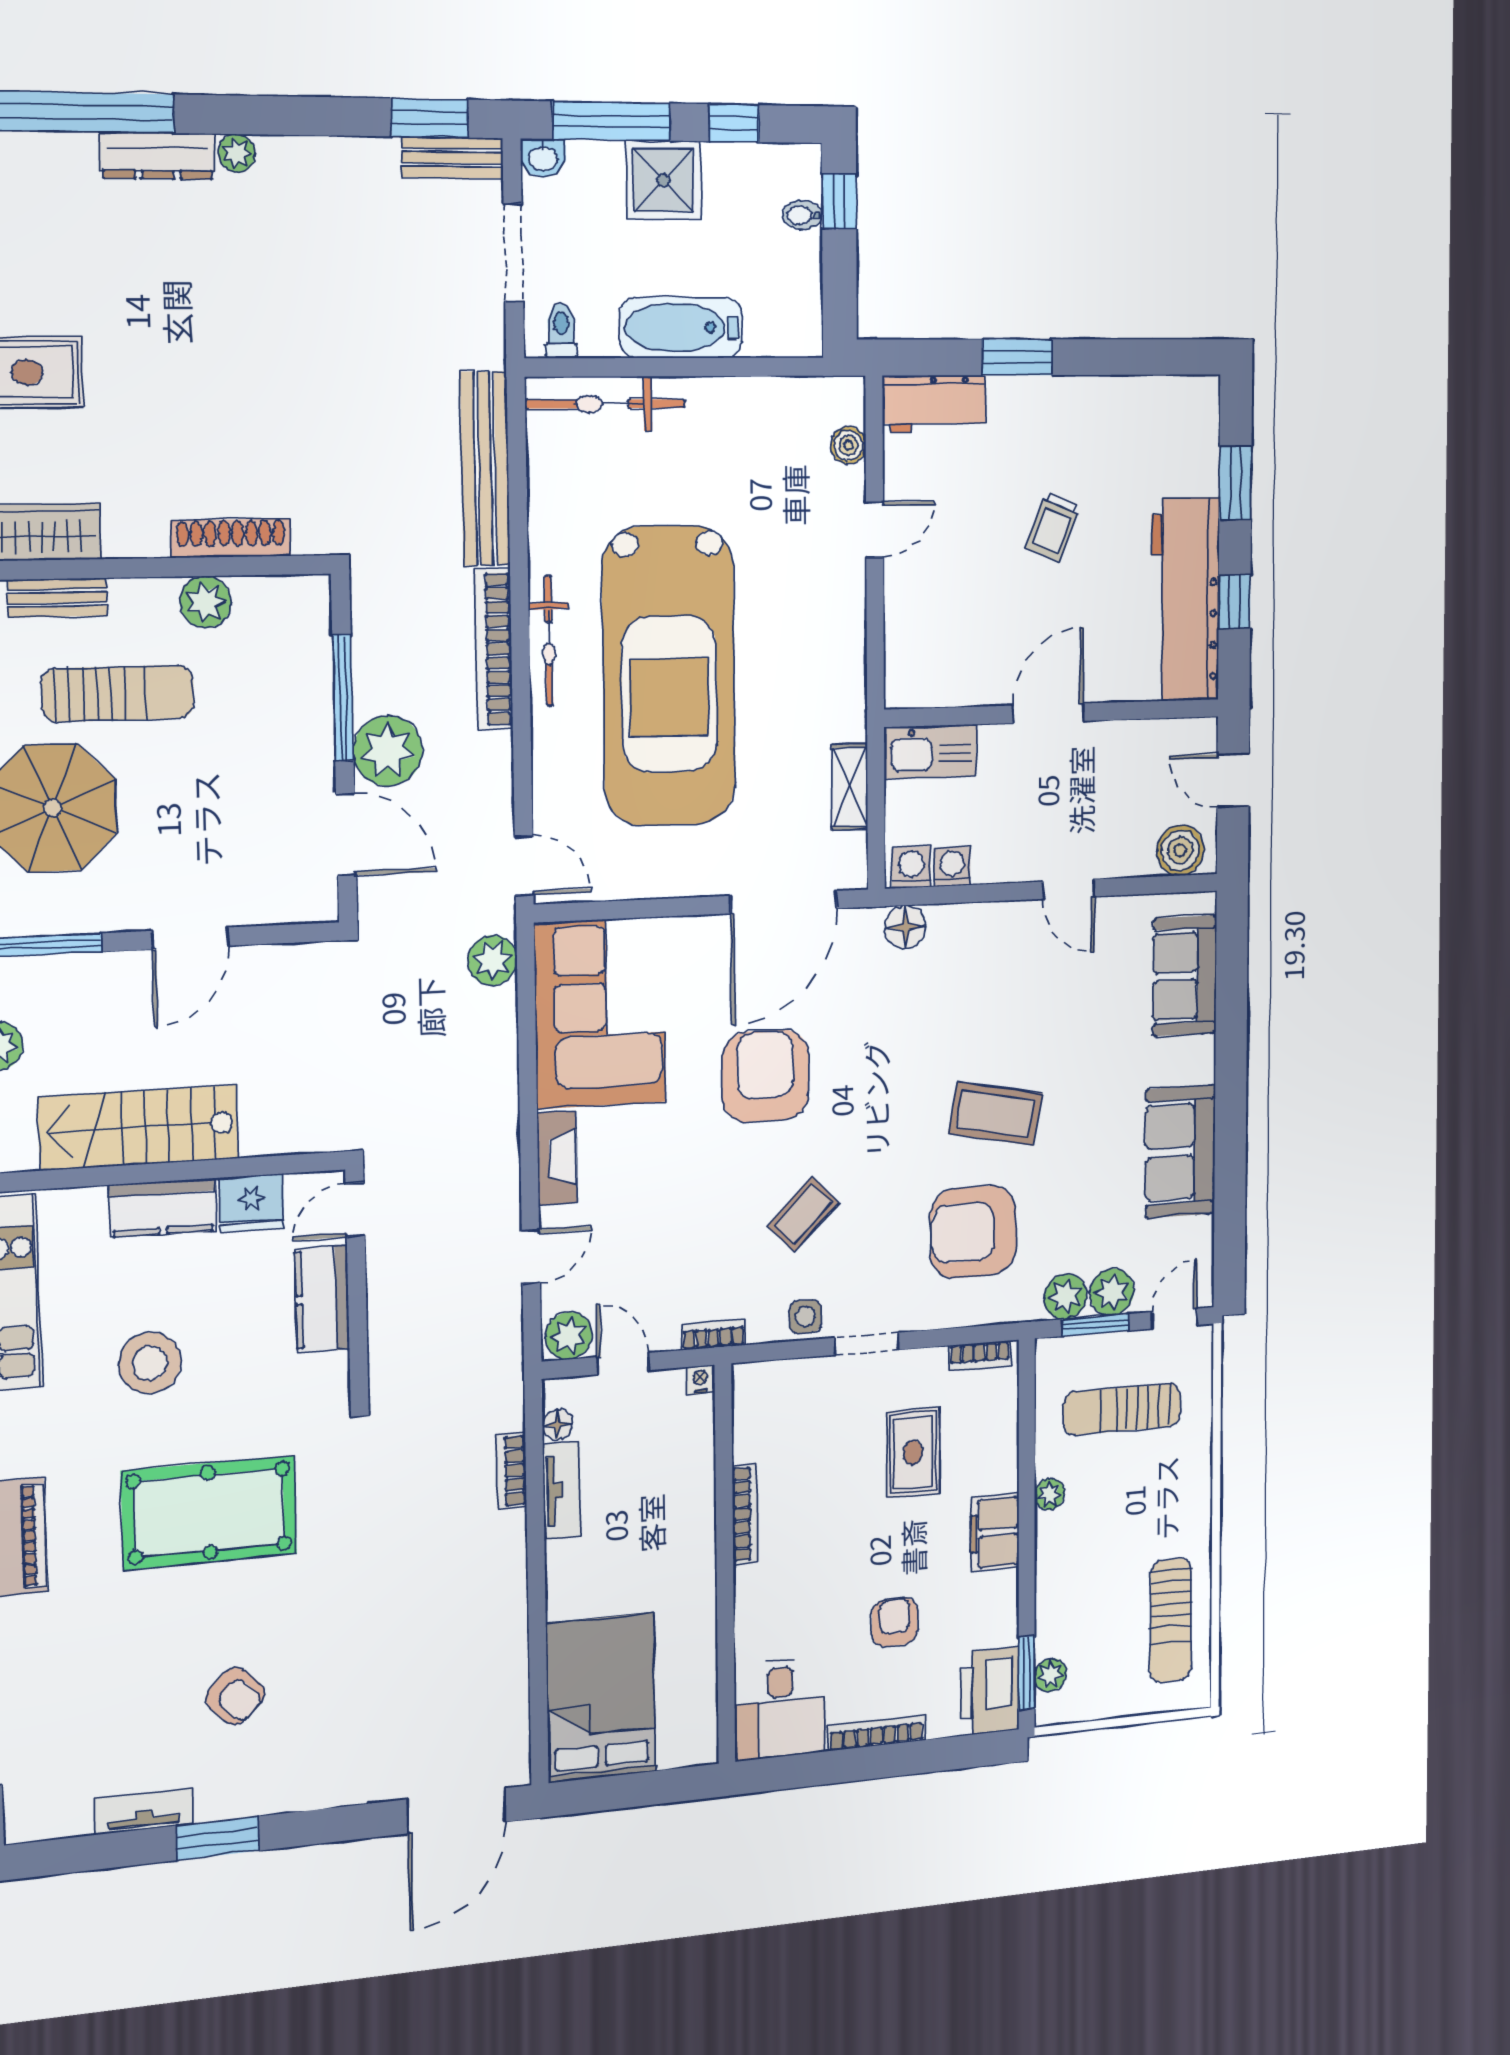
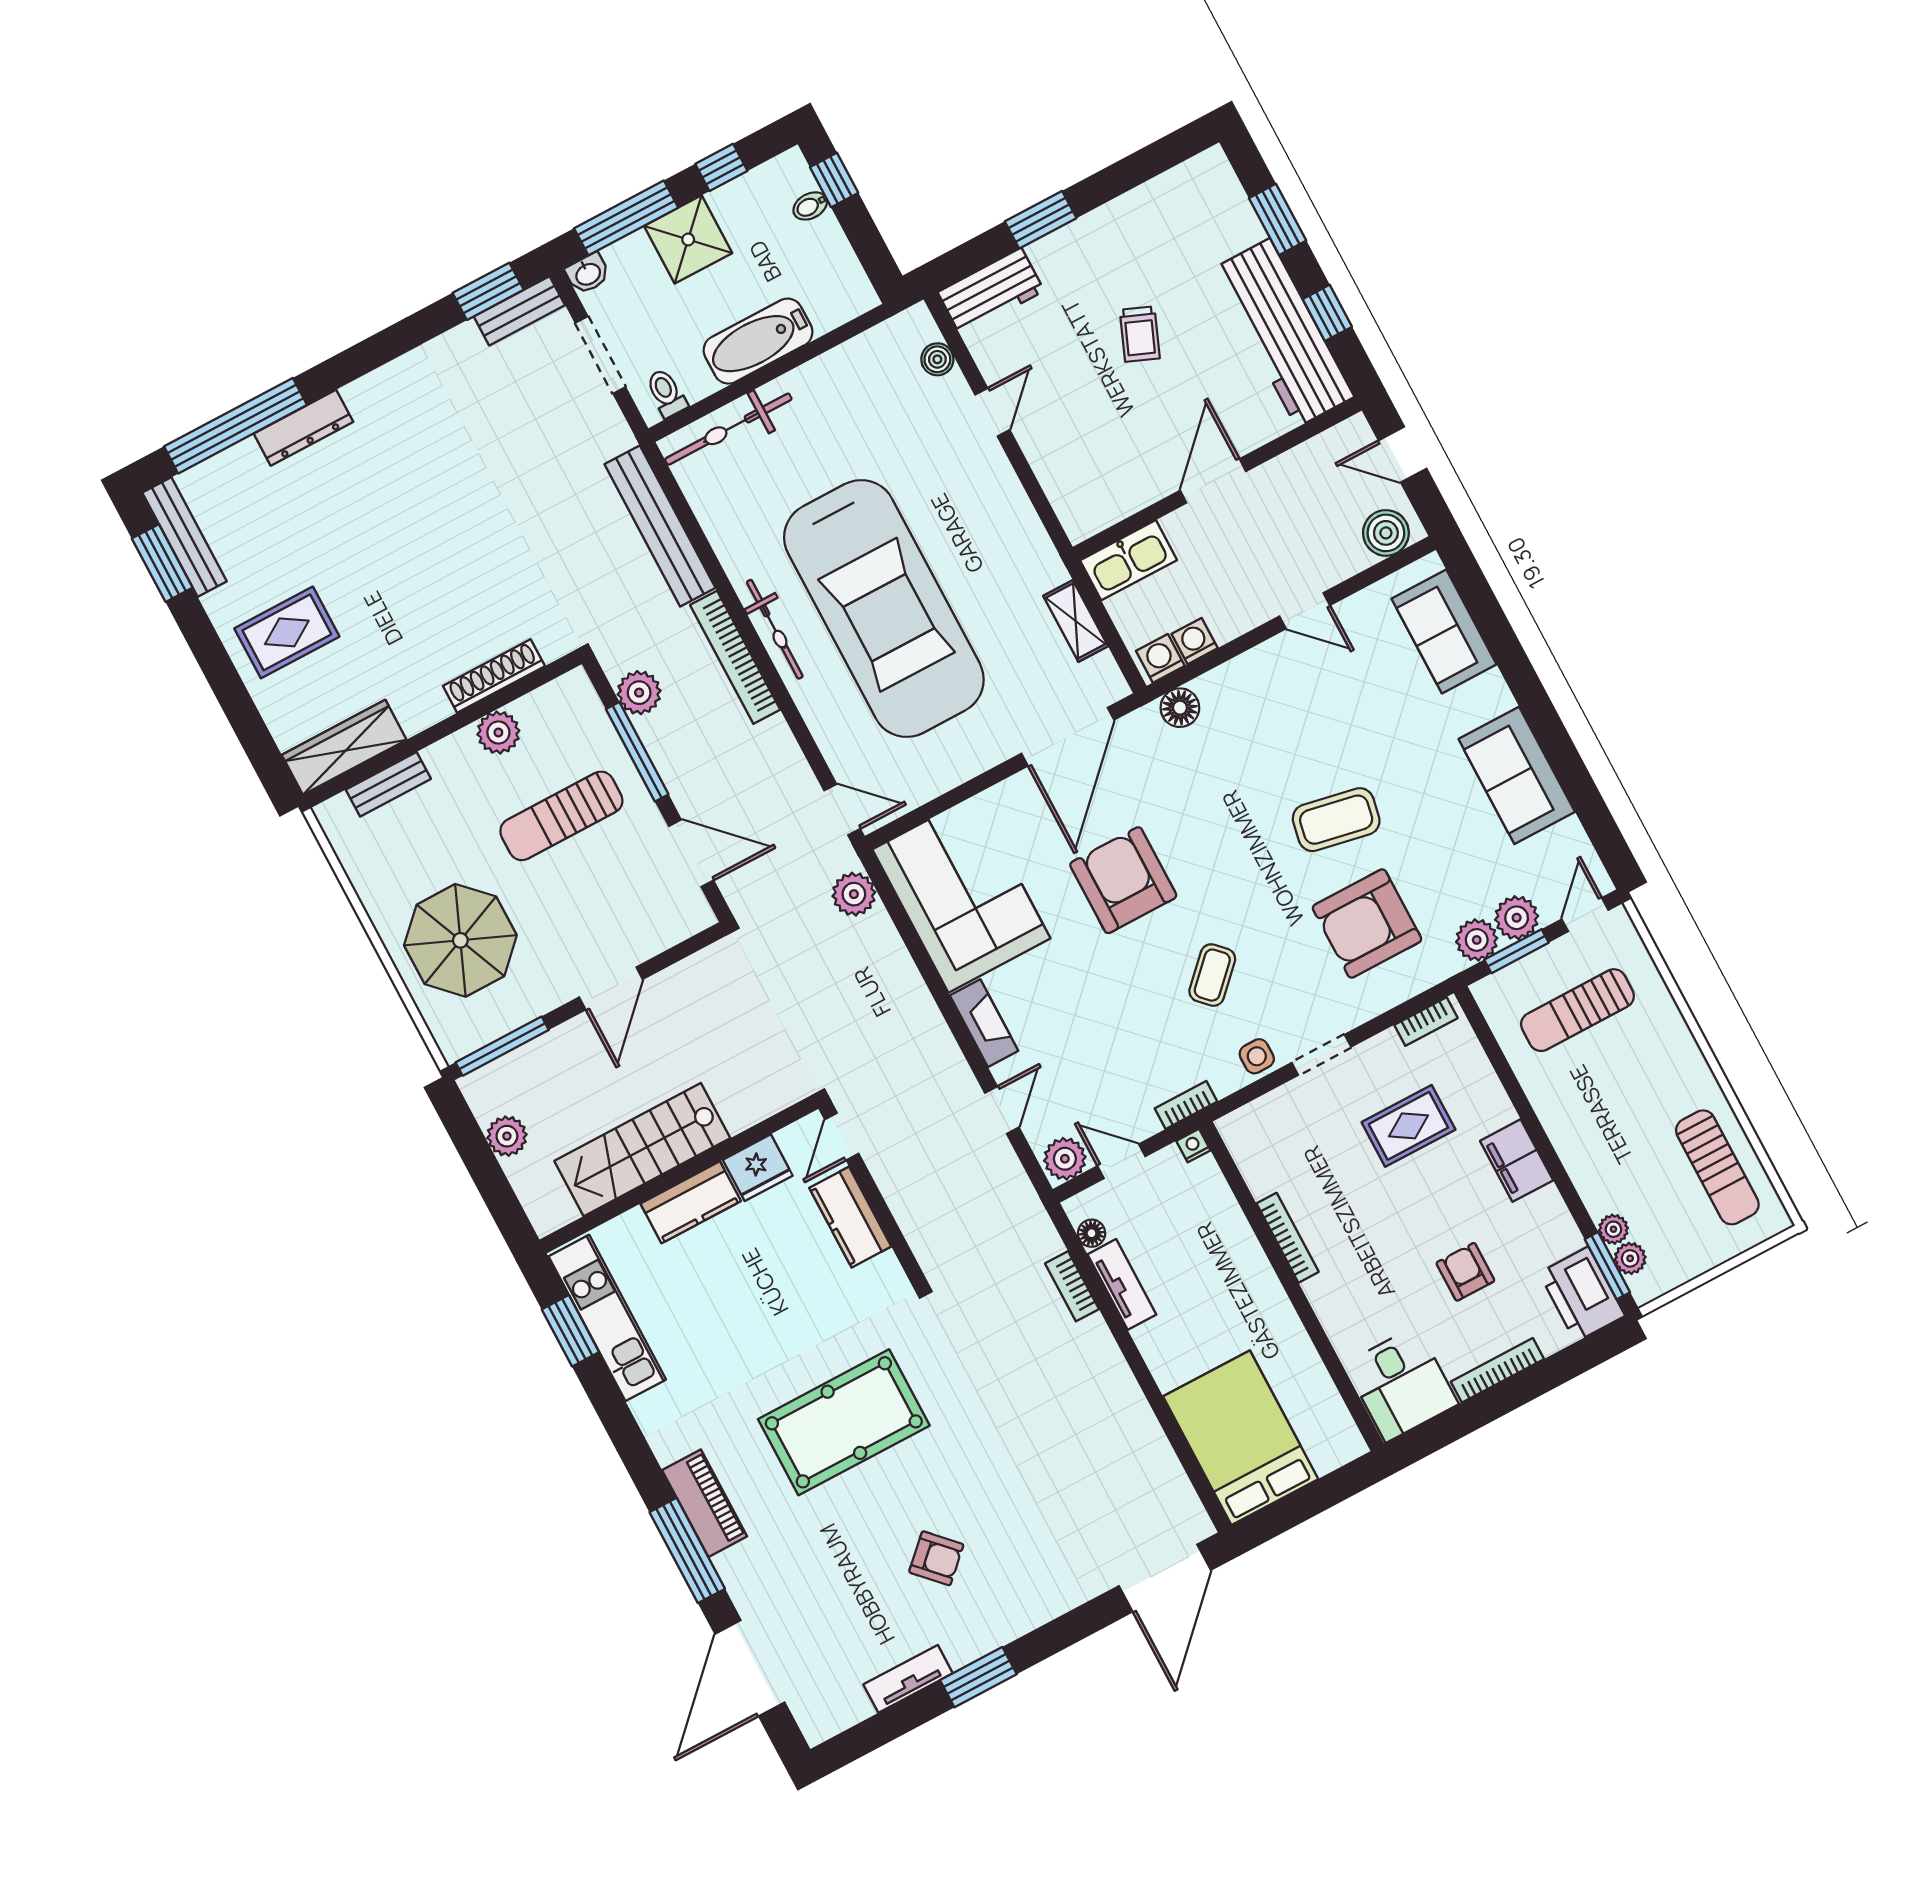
plant: (237, 153) -> (359, 394), removed
sun lounger: (118, 693) -> (561, 816), moved, turned 180
plant: (388, 751) -> (639, 693), moved, width x0.73, depth x0.73
stool: (150, 1363) -> (740, 1326), removed
rug: (913, 1453) -> (1408, 1126), turned 90
plant: (1050, 1494) -> (1613, 1229), moved

